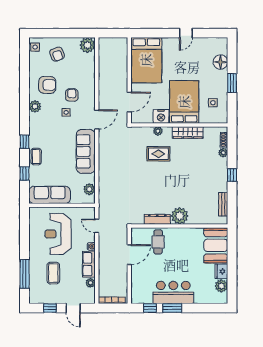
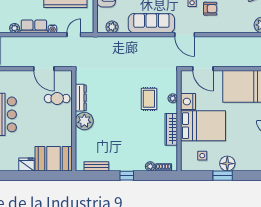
floor lamp: (220, 62) -> (227, 164), moved
plant: (221, 286) -> (11, 164), removed

